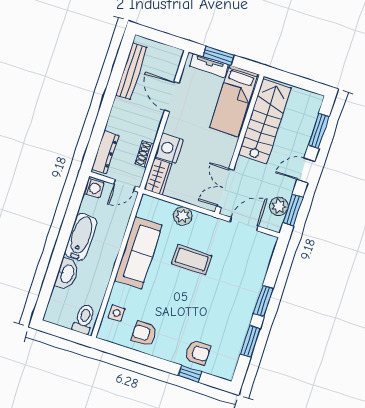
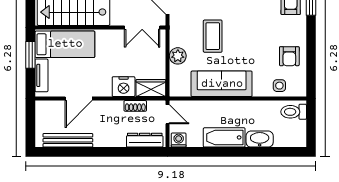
window: (218, 56) -> (30, 55), moved

